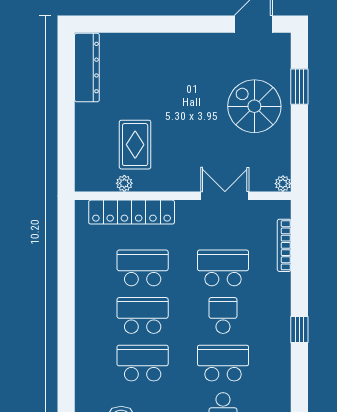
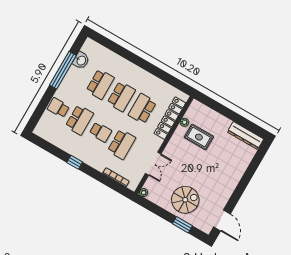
school desk: (143, 268) -> (142, 109), turned 180

